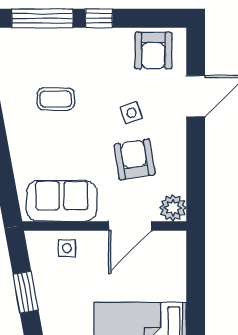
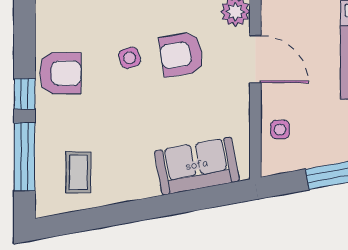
armchair: (153, 51) -> (60, 73), moved
coffee table: (56, 99) -> (78, 172), moved
sofa: (62, 201) -> (197, 166), moved, turned 80

